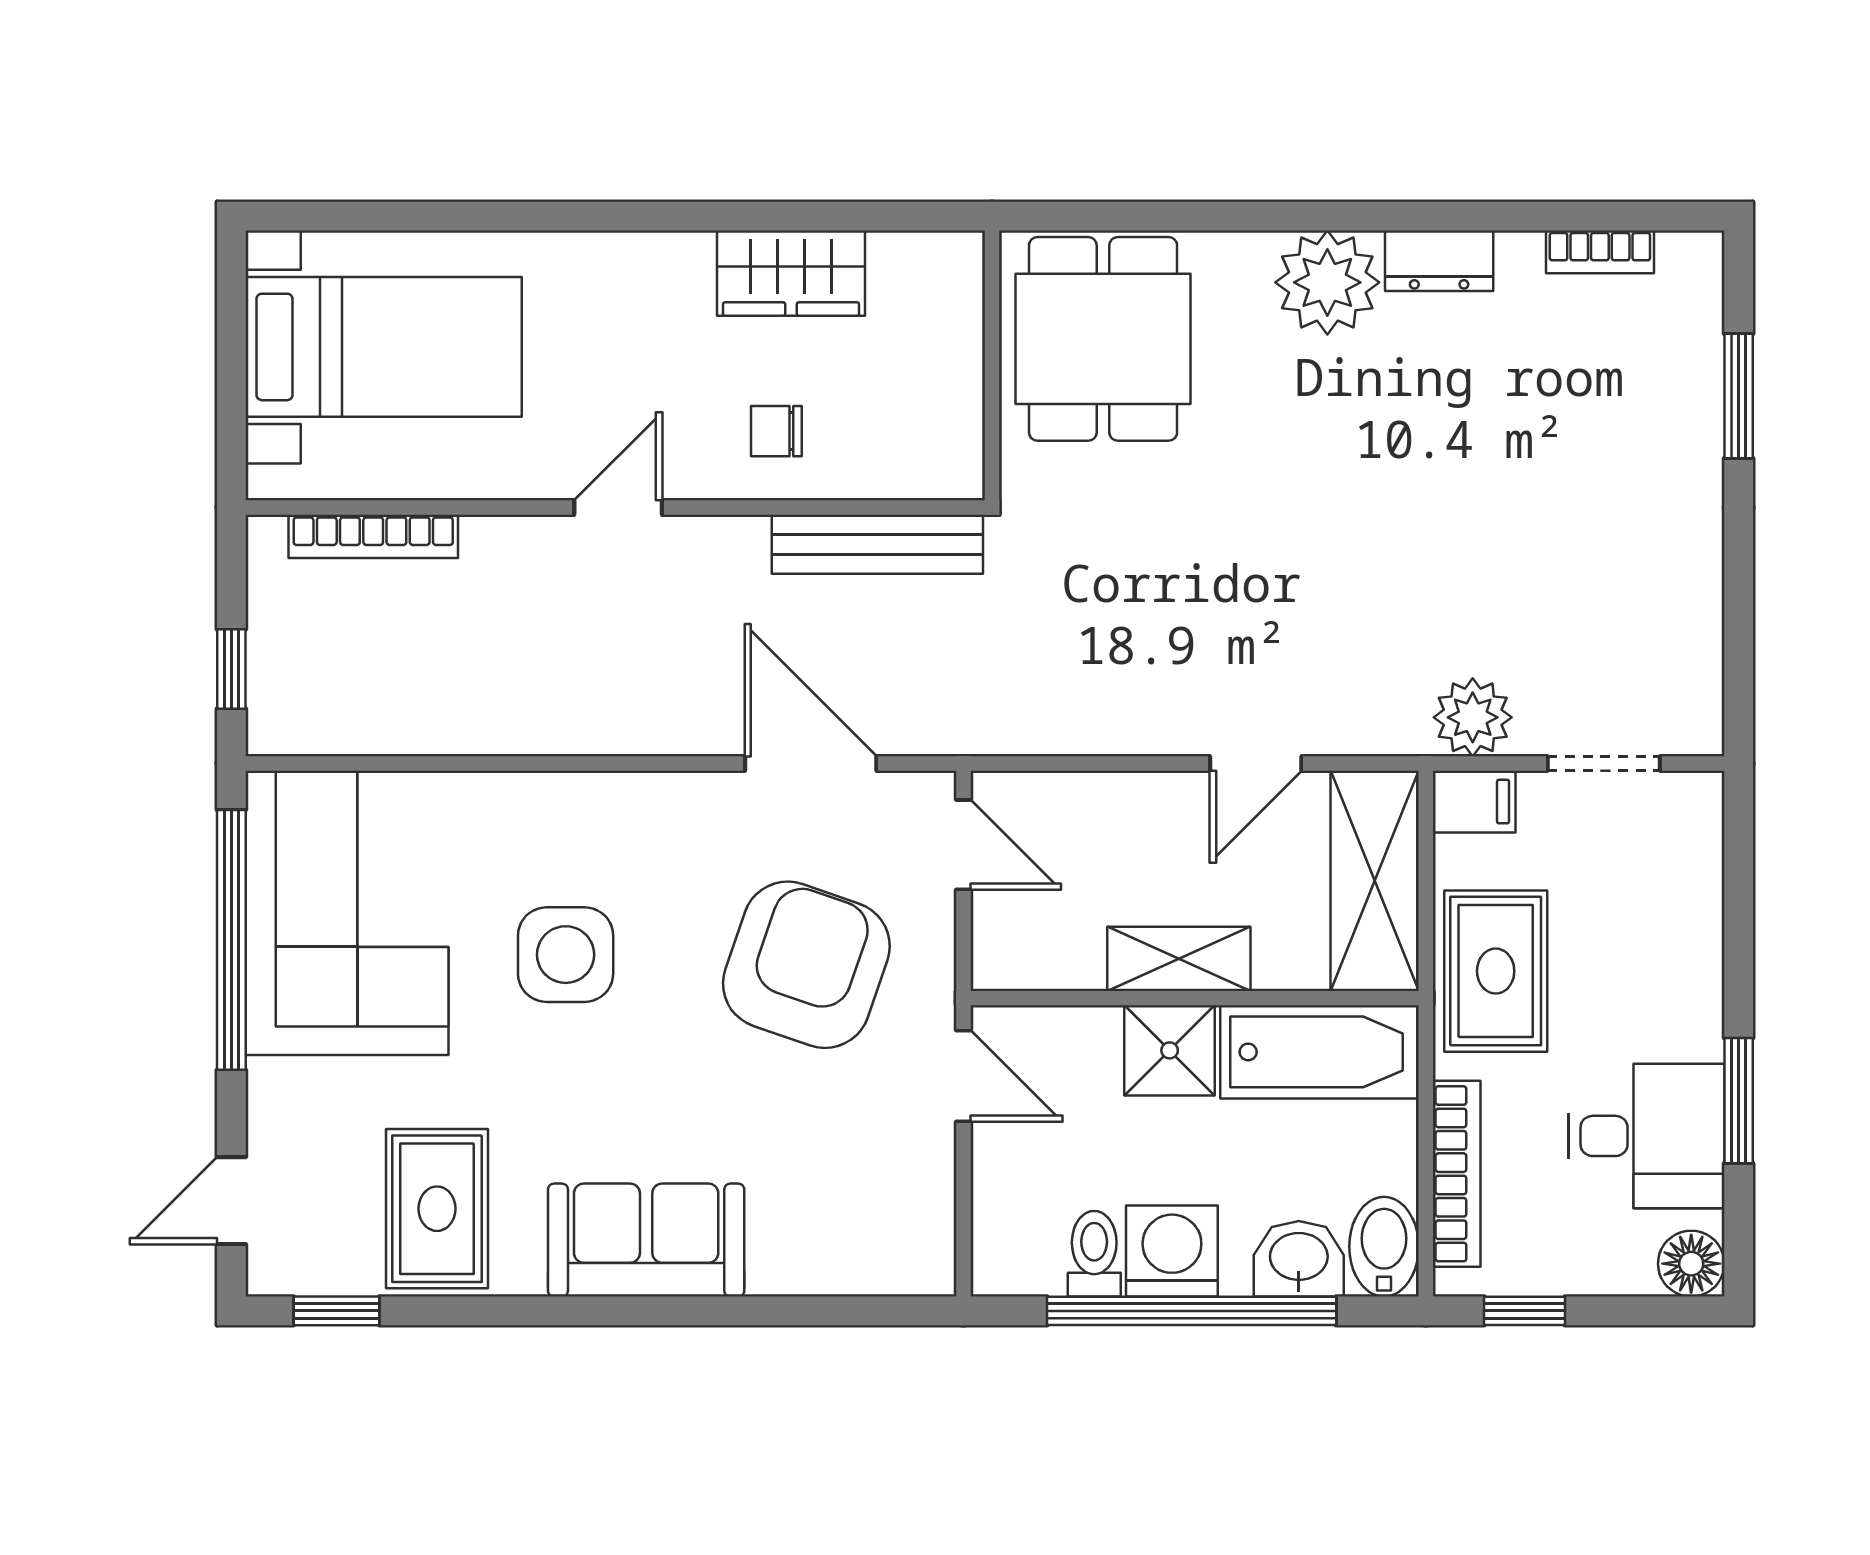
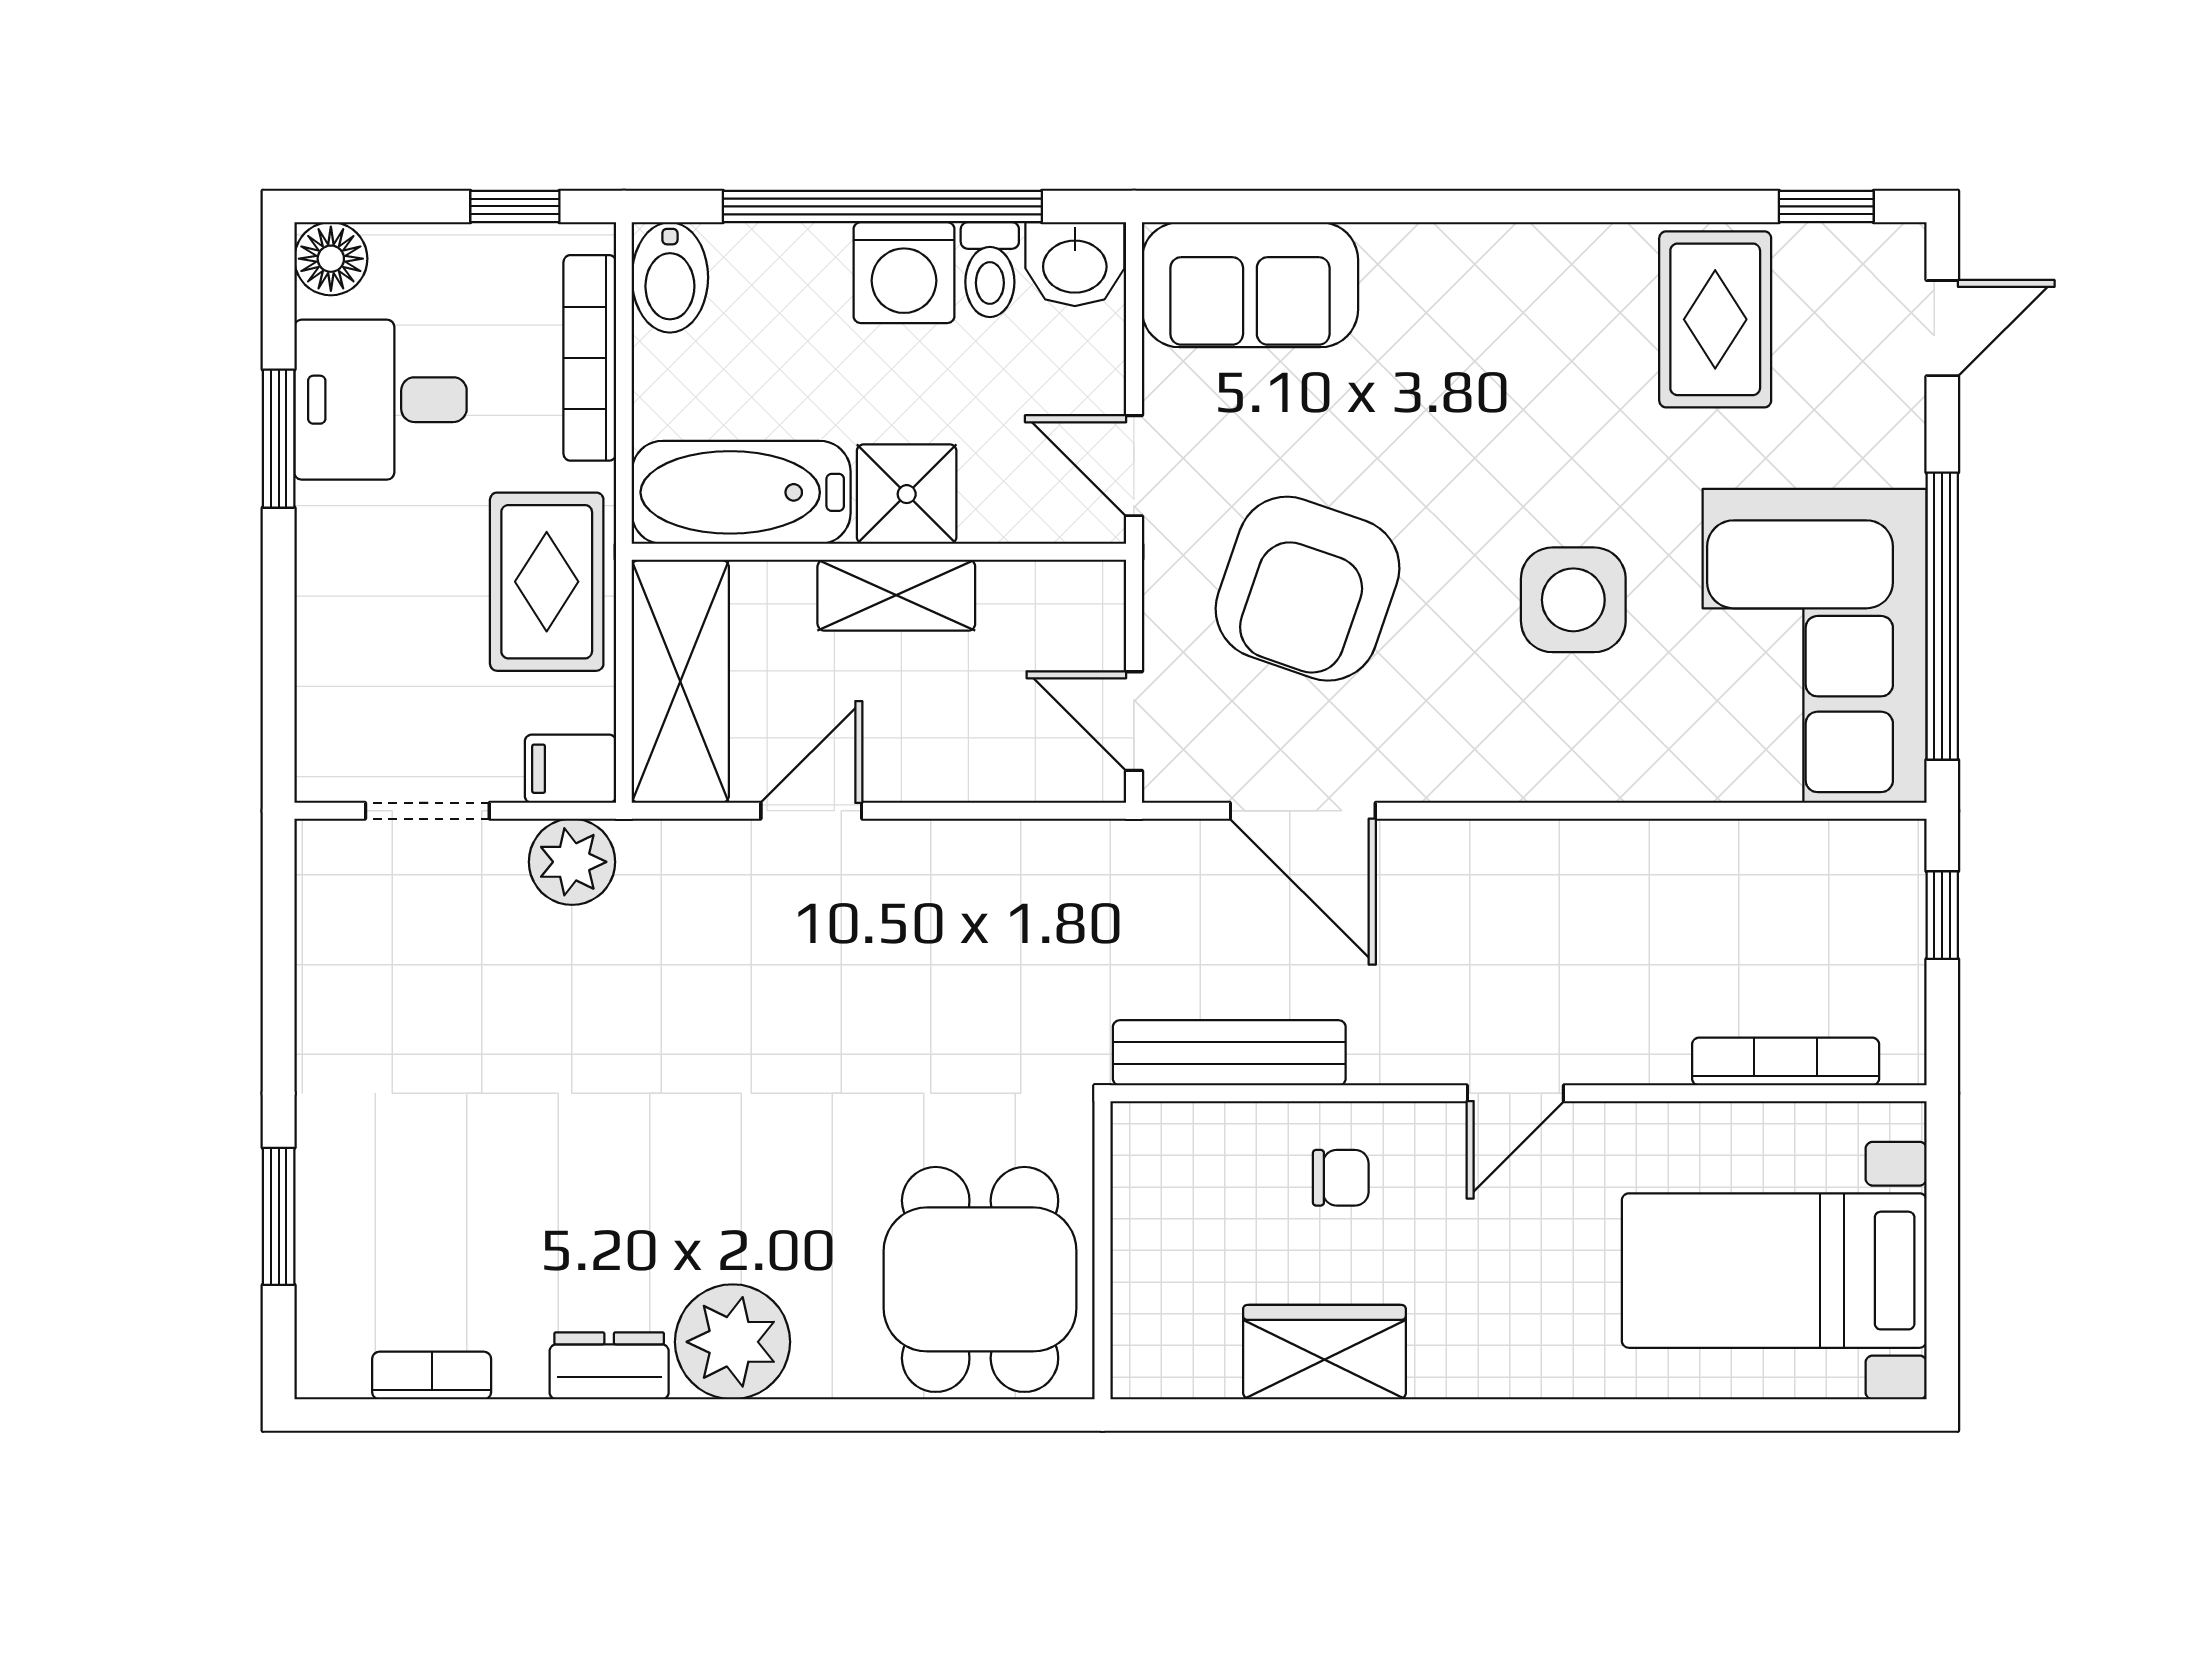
sofa: (646, 1240) -> (1250, 285), moved
washbasin: (1299, 1259) -> (1075, 264), moved

